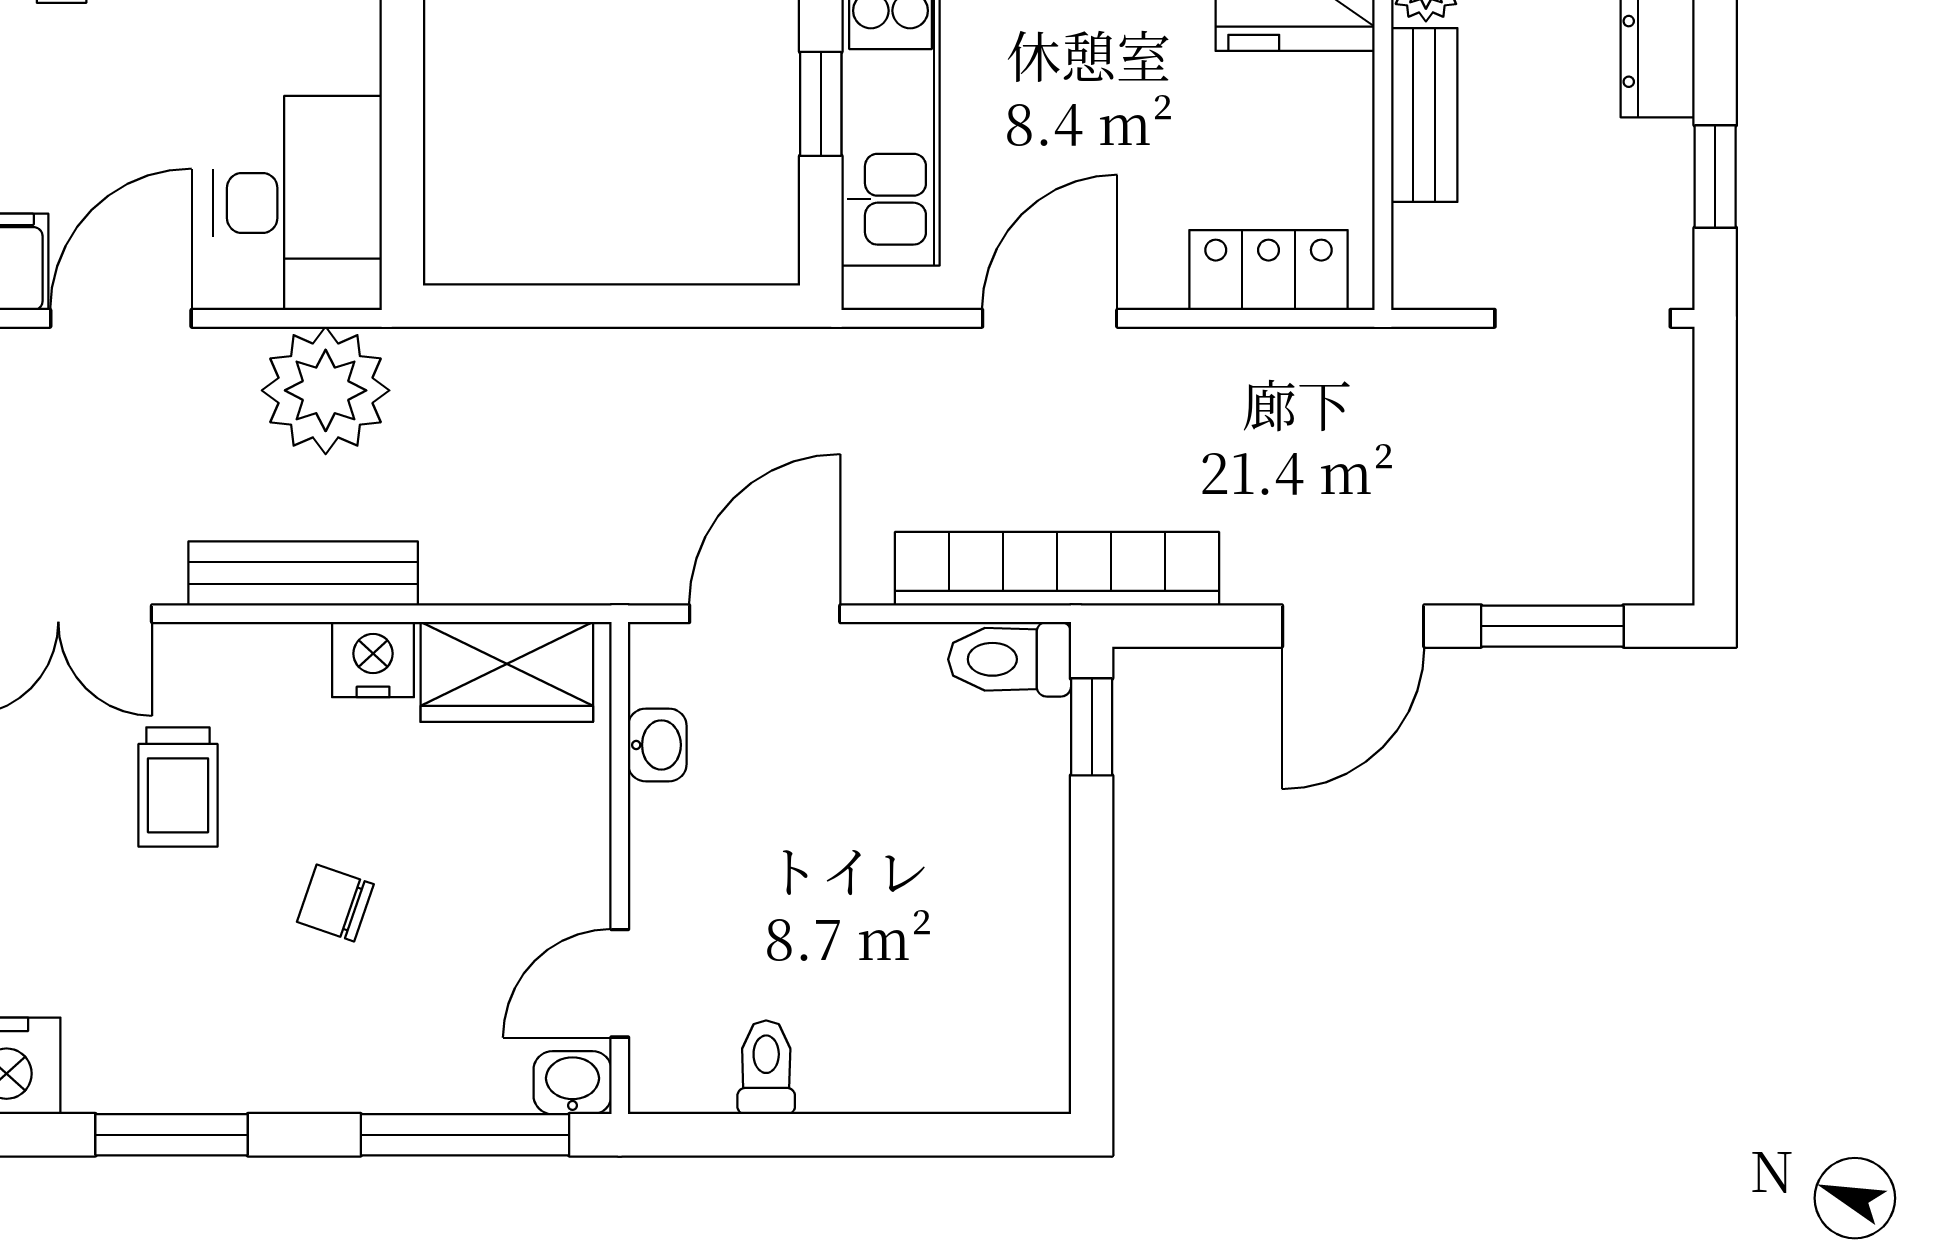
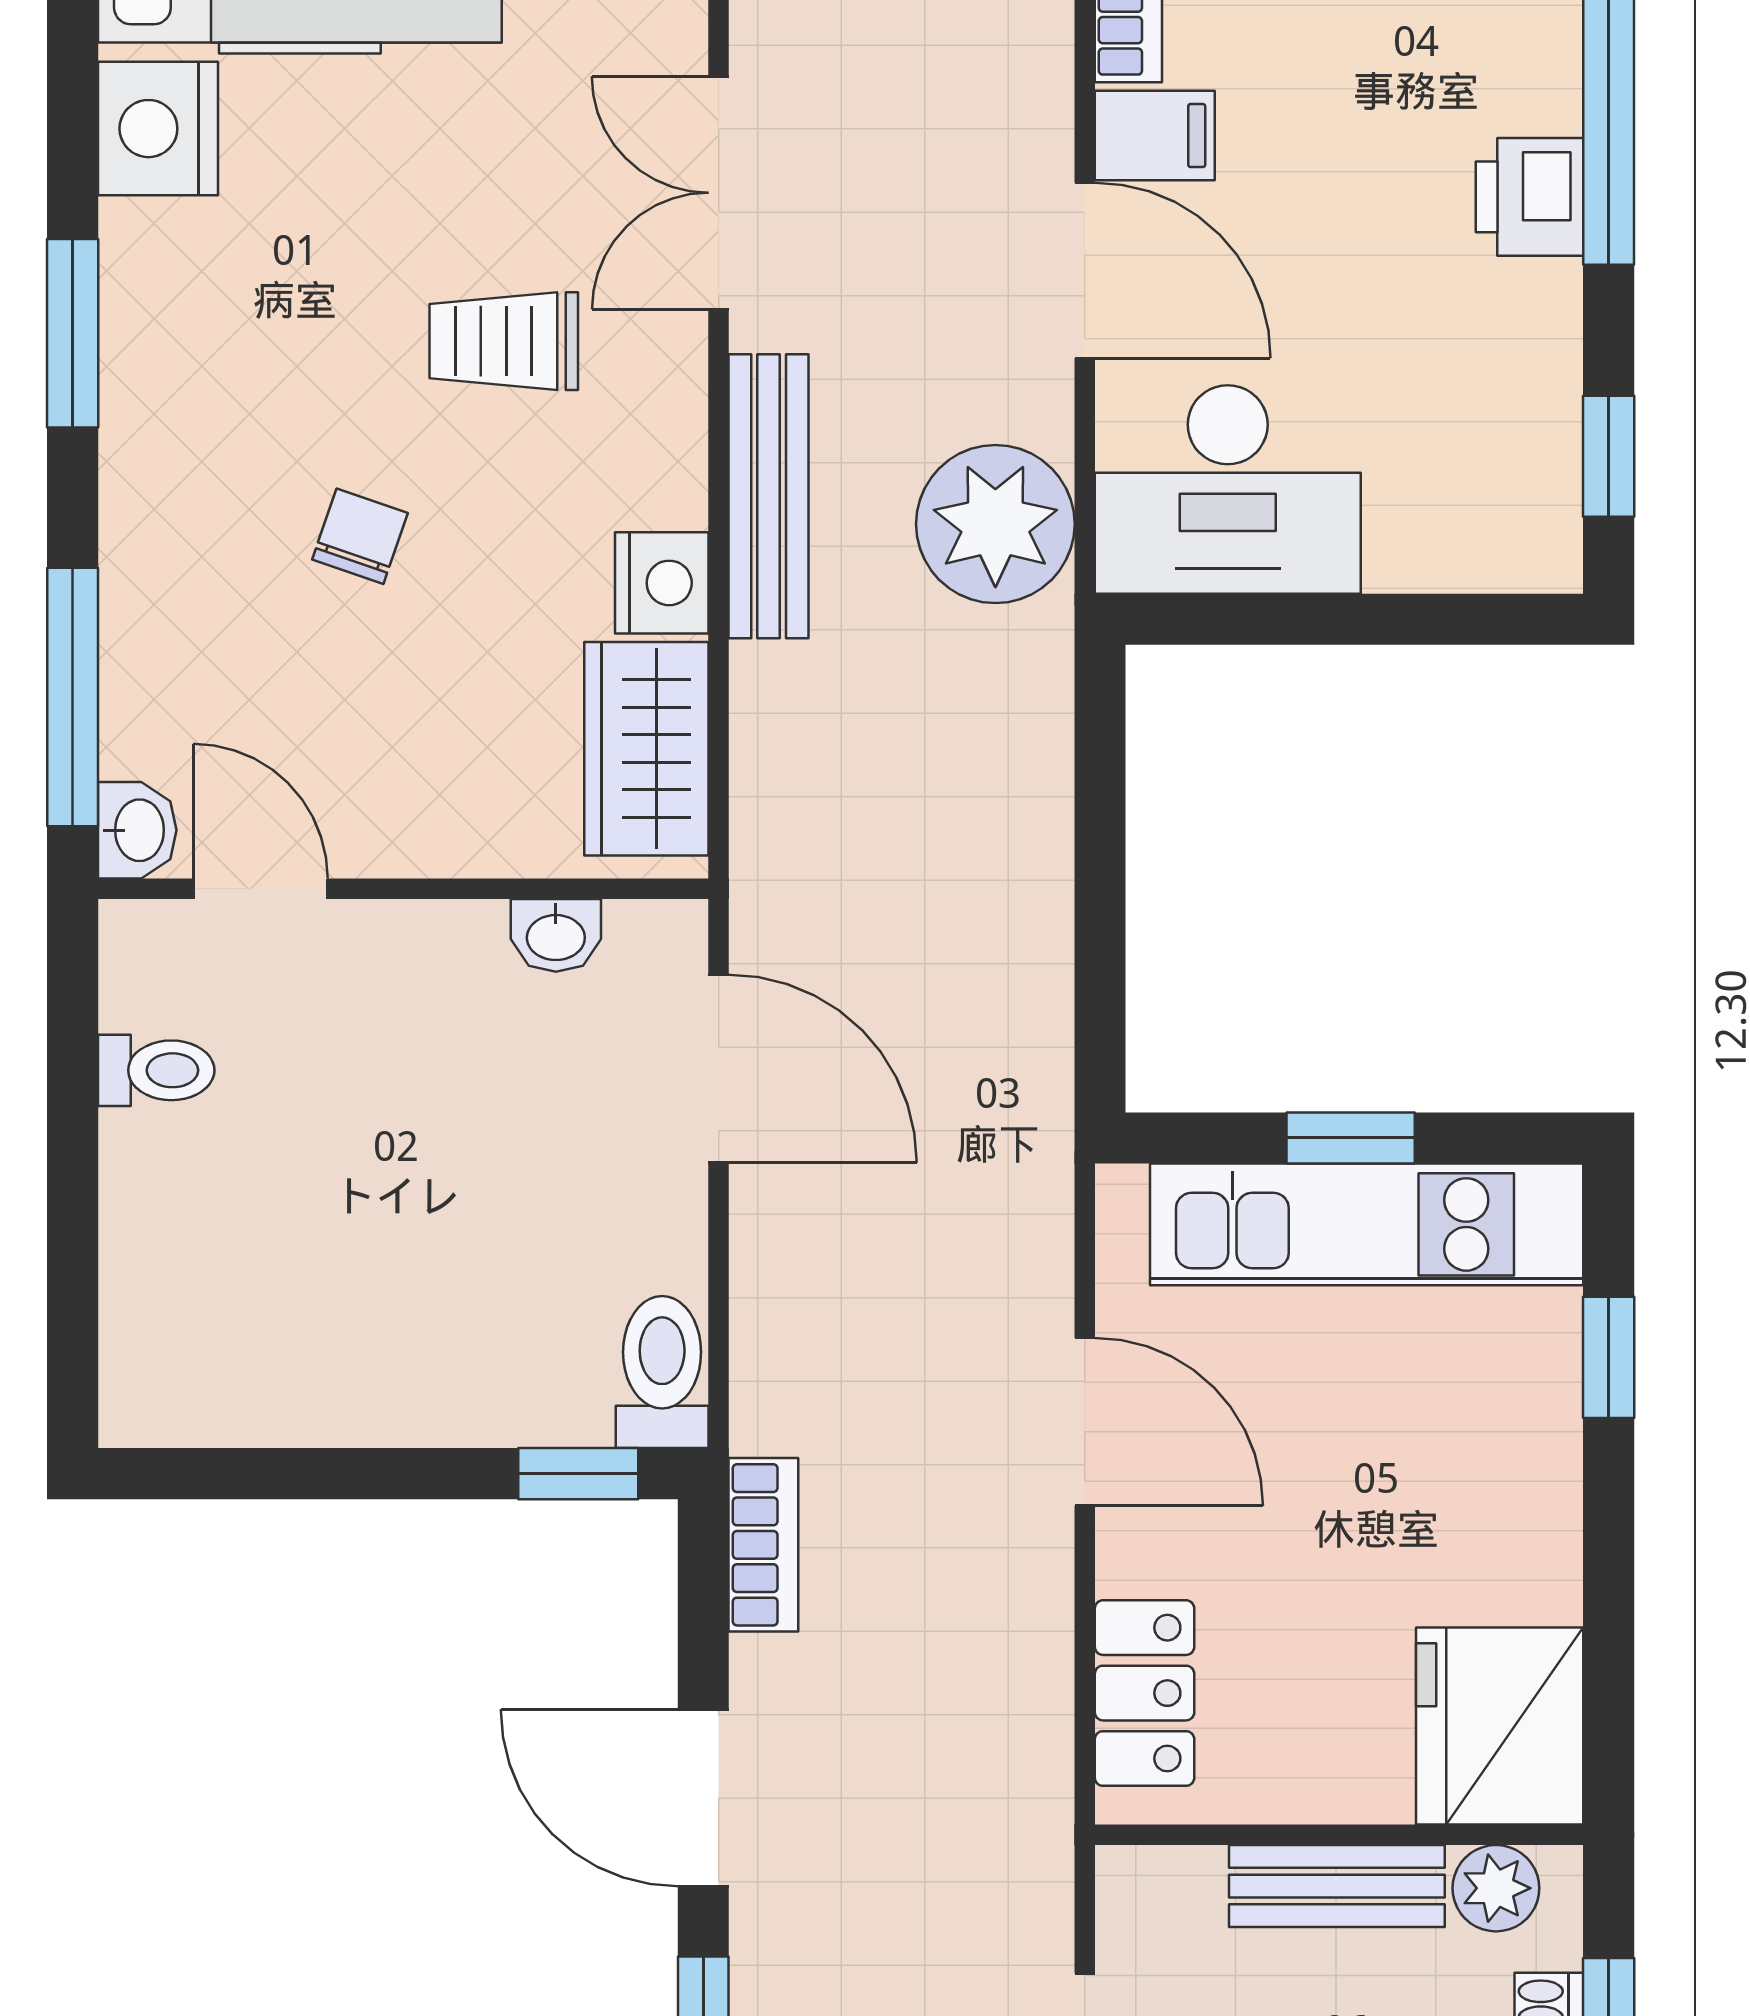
bookcase: (1057, 569) -> (763, 1545), width x0.43, depth x0.76

